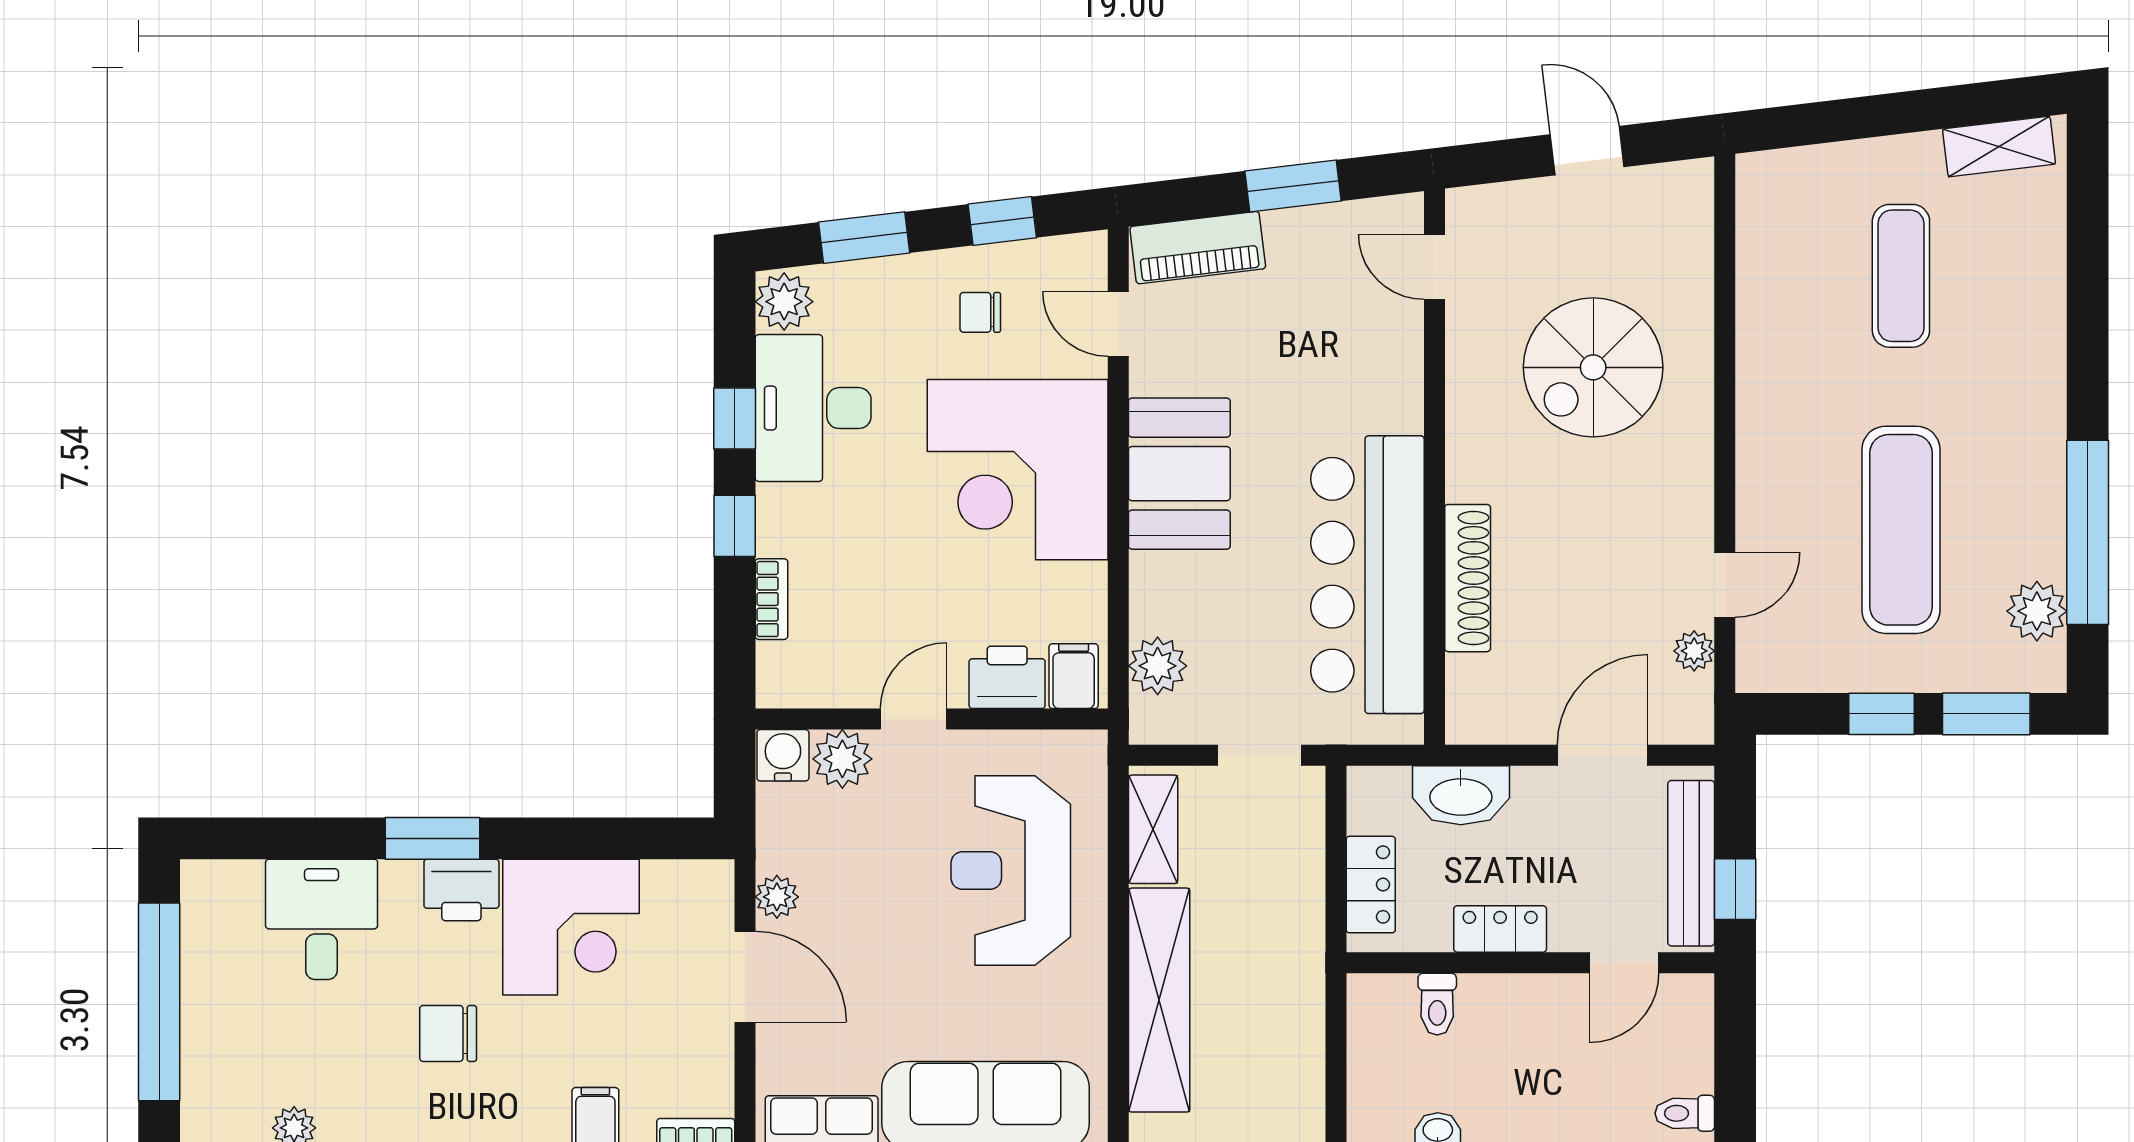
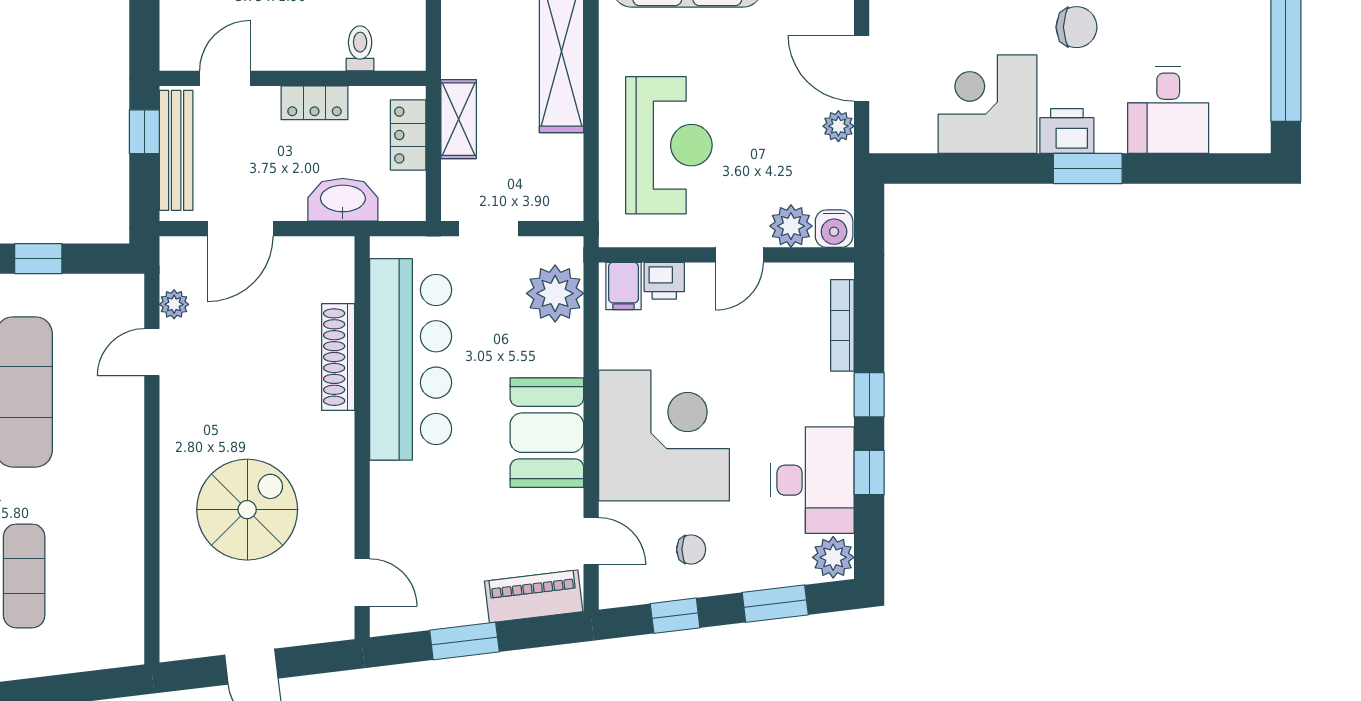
bookcase: (771, 599) -> (842, 325), width x1.56
plant: (1158, 666) -> (555, 293), width x1.36, depth x1.36
printer: (1007, 677) -> (664, 281), width x0.73, depth x0.81
shelving: (1153, 829) -> (459, 119), moved

